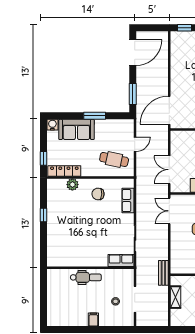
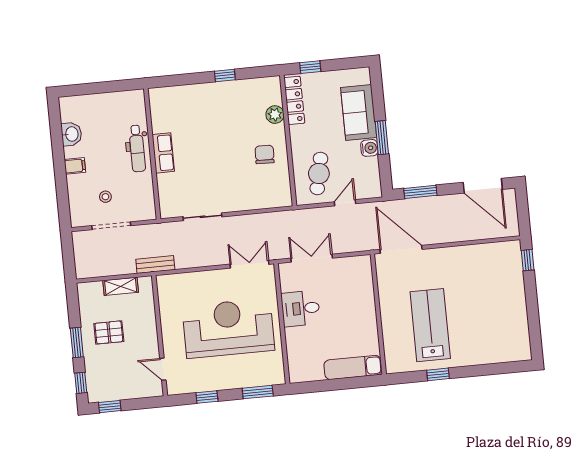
water cooler: (52, 125) -> (369, 148), moved
door: (135, 144) -> (345, 203), swing flipped
row of seats: (128, 201) -> (259, 200), removed
row of seats: (121, 261) -> (163, 153), moved
washbasin: (72, 320) -> (71, 134), added

